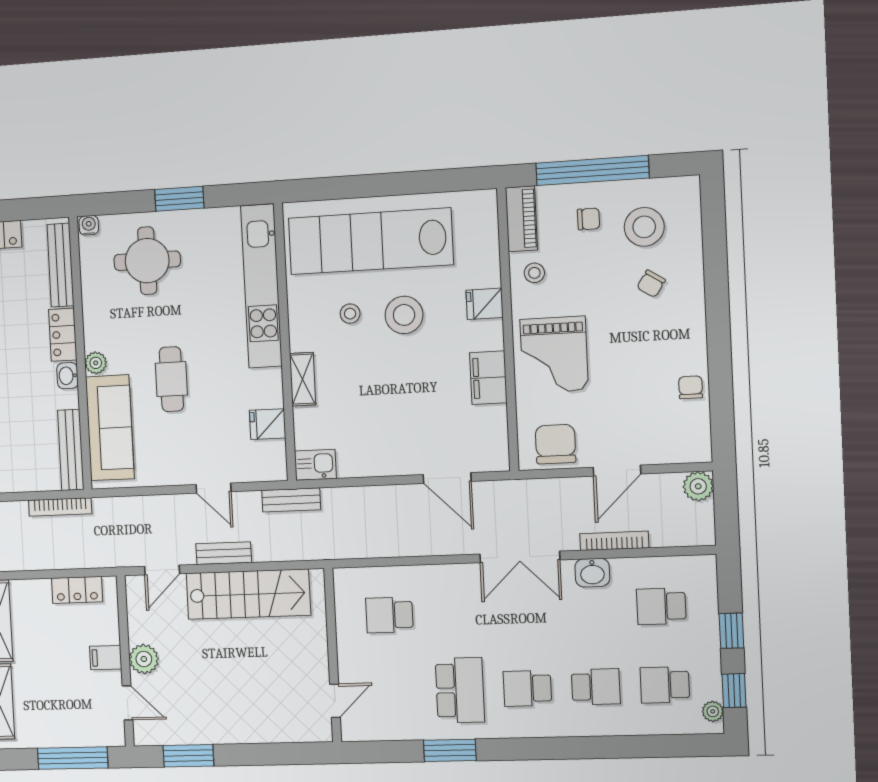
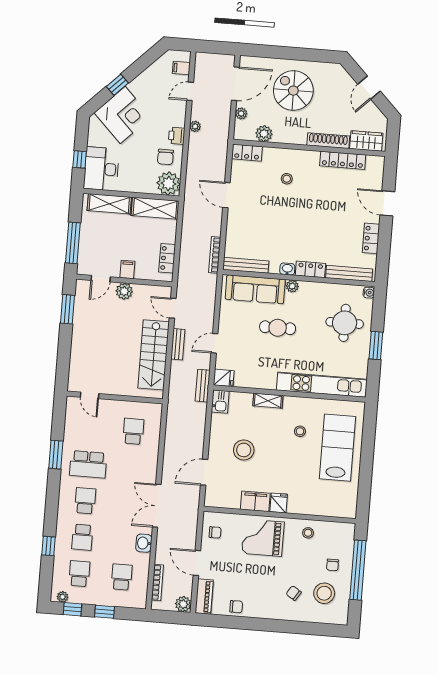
piano: (521, 219) -> (204, 596), moved, turned -90
lab bench: (371, 241) -> (337, 448), width x0.73
fridge: (485, 304) -> (279, 503), moved
stool: (404, 315) -> (244, 450), moved
fridge: (268, 424) -> (224, 378), moved, turned 90
chair: (555, 444) -> (215, 532), width x0.54, depth x0.54
bookcase: (614, 541) -> (157, 582), moved
window: (620, 747) -> (48, 546), added

